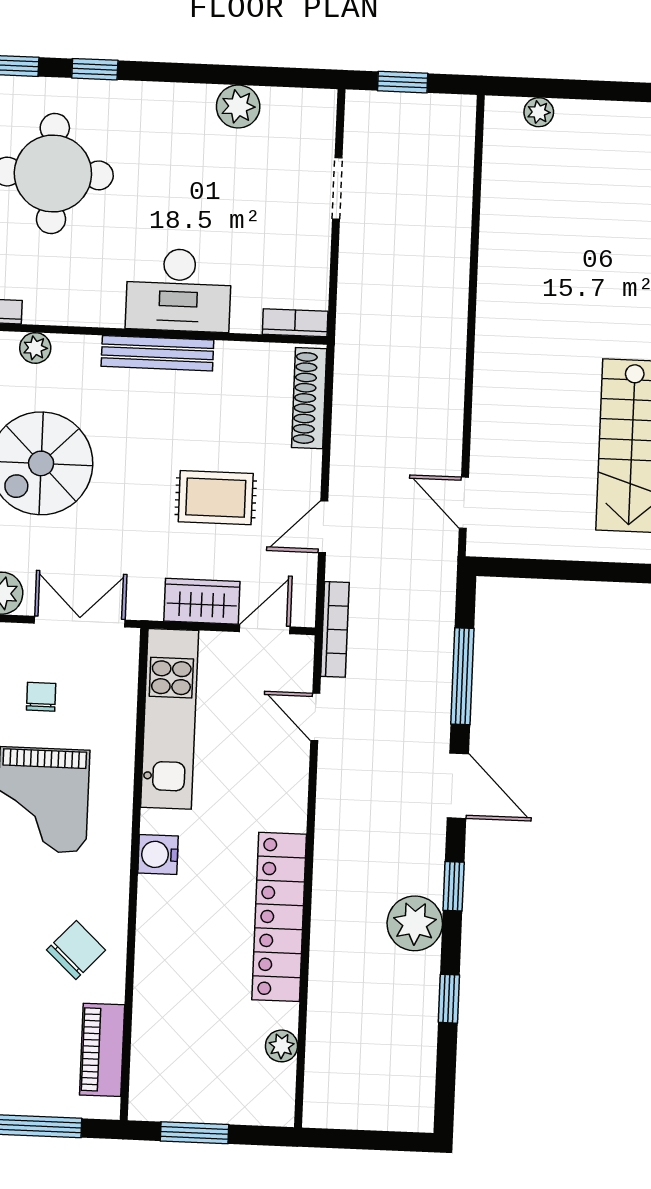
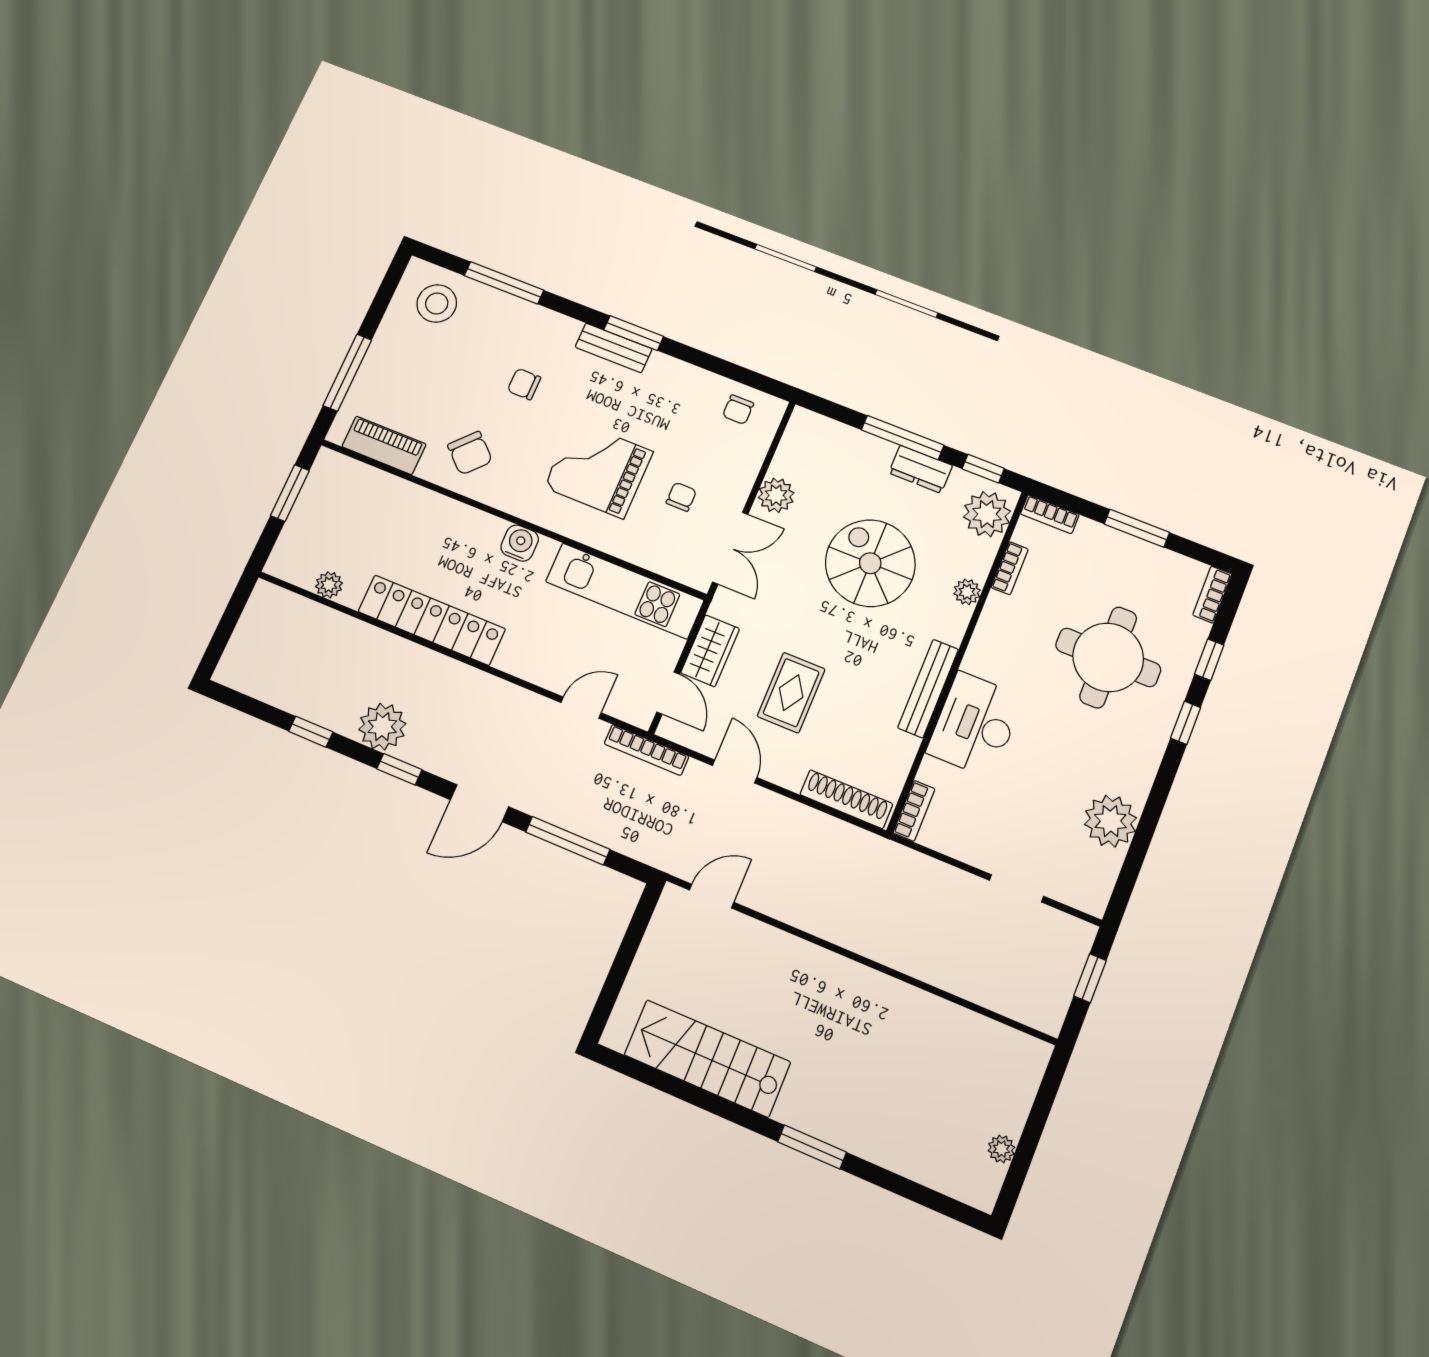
plant: (238, 107) -> (1110, 821), width x1.36, depth x1.36
plant: (539, 112) -> (1001, 1149), moved
chair: (41, 697) -> (681, 497), turned -90

